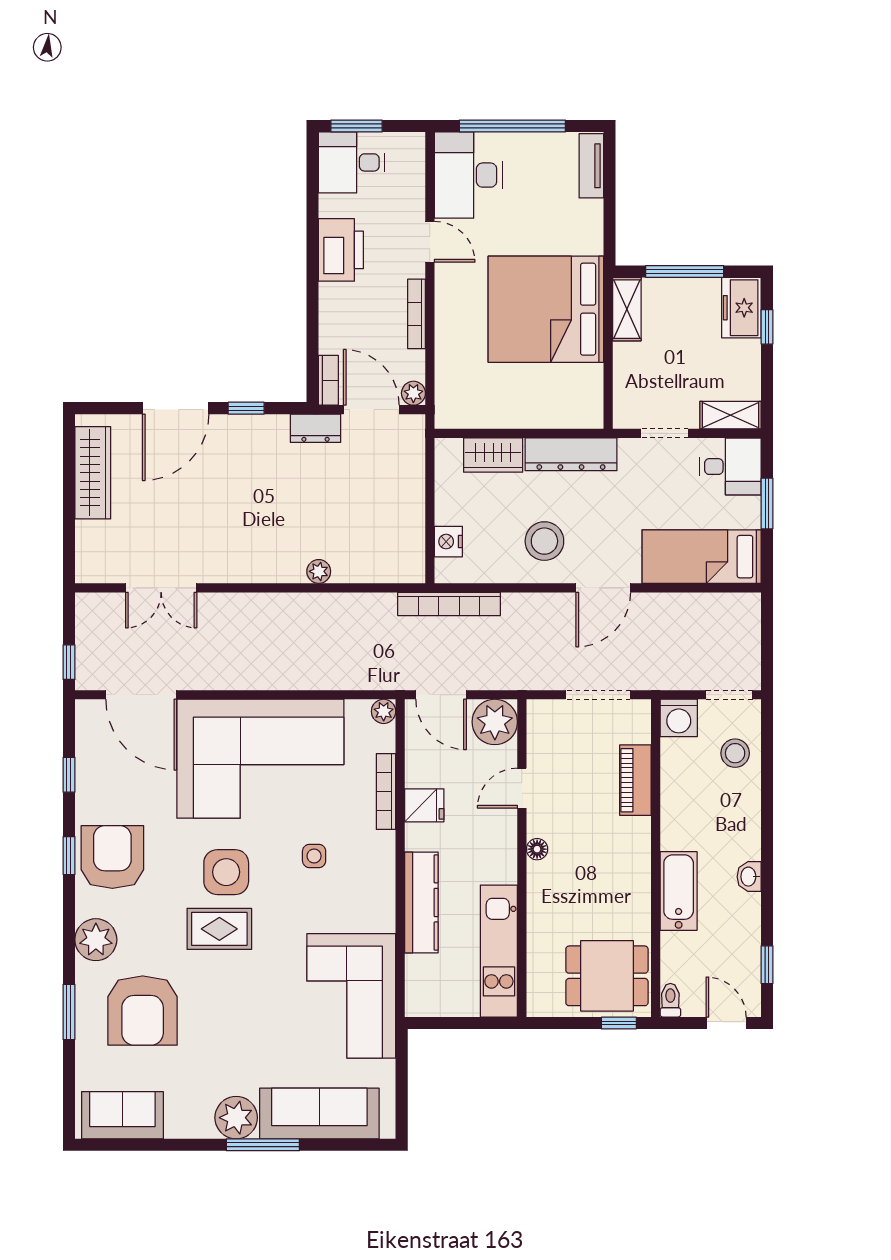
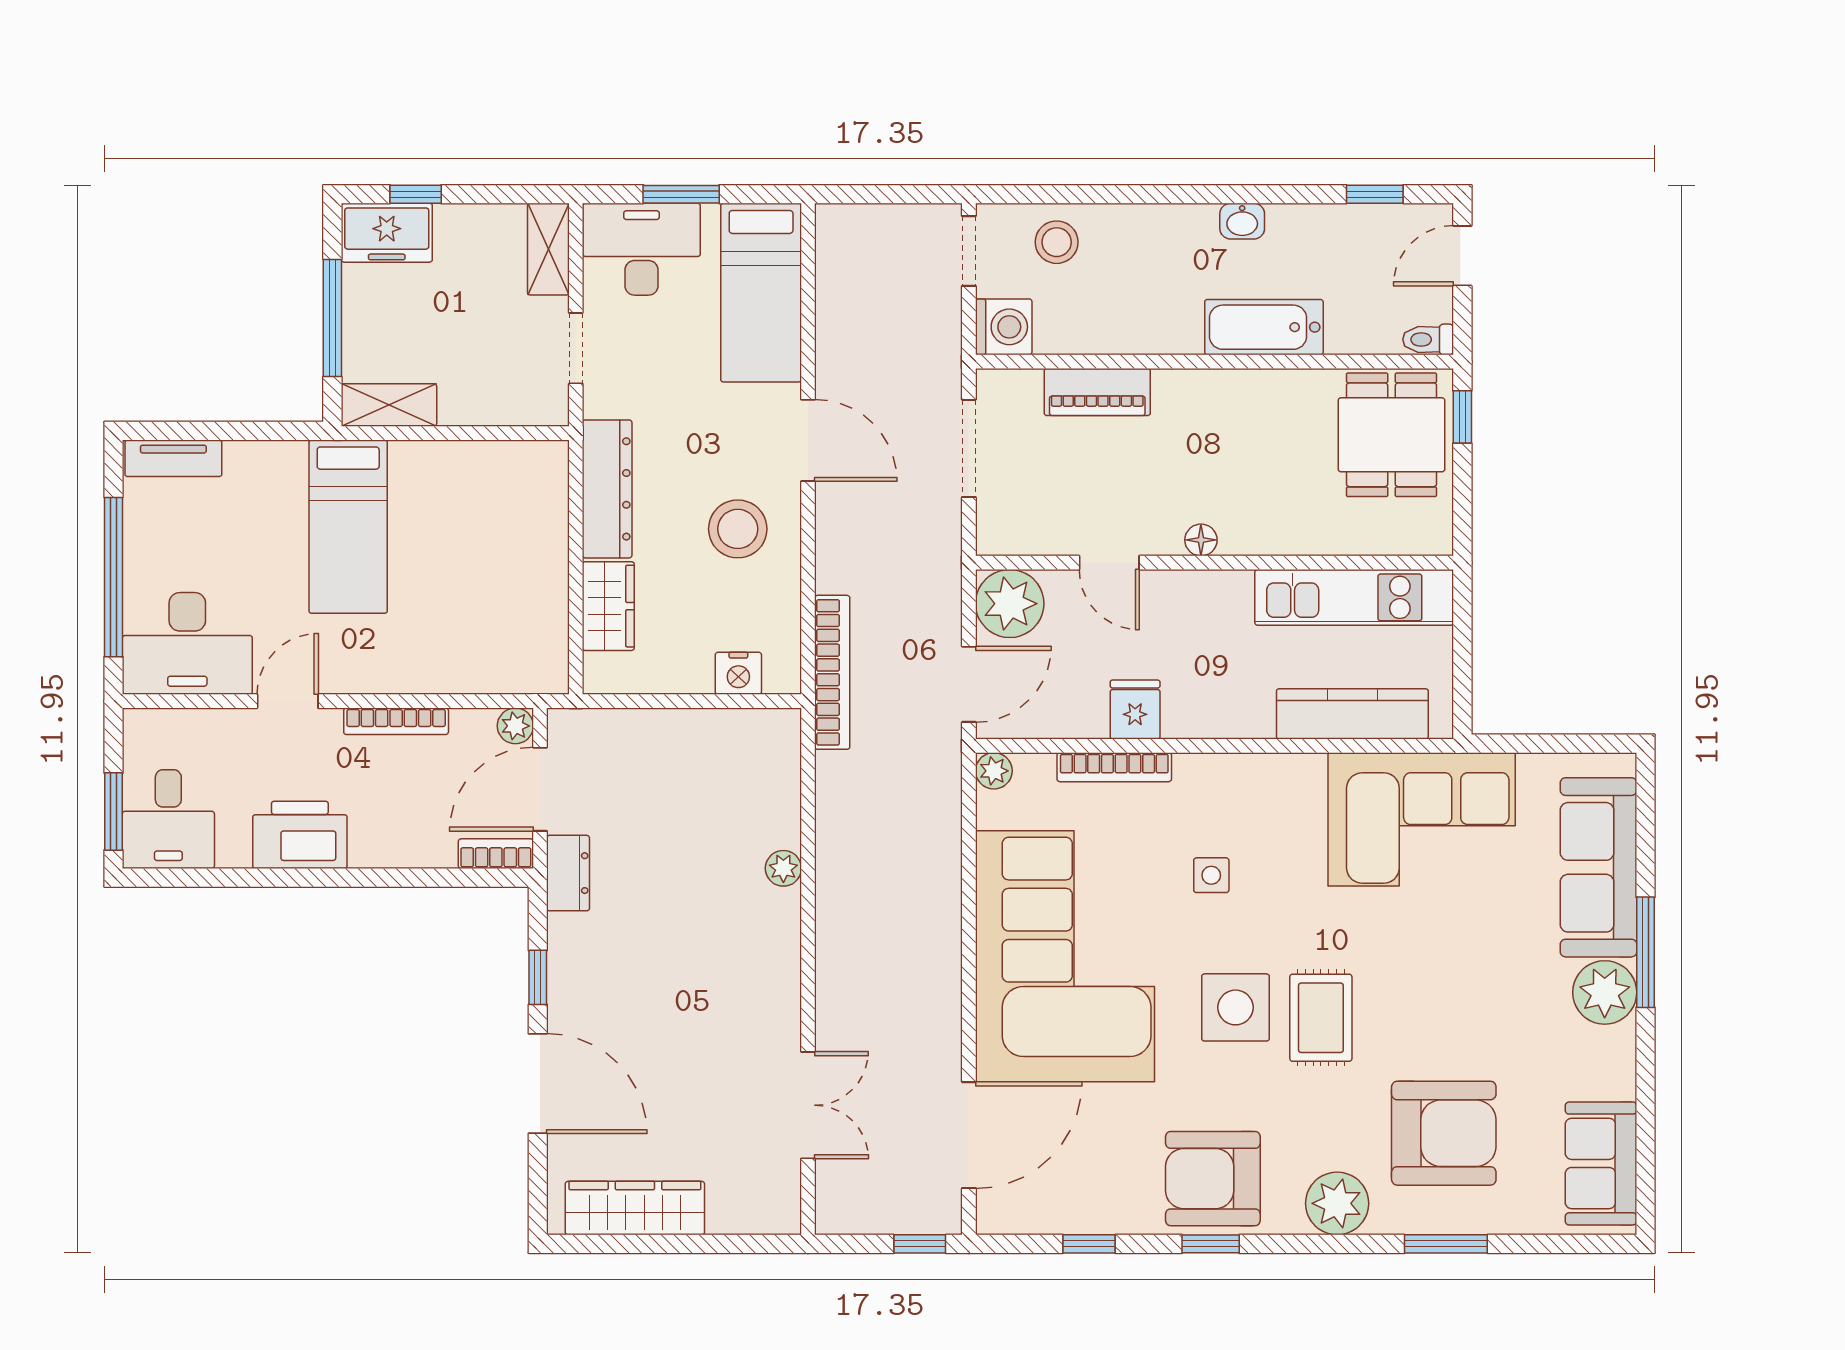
bed: (546, 309) -> (348, 527), width x0.49
desk: (730, 467) -> (642, 249), width x1.37
kitchen counter: (421, 902) -> (1352, 714), moved

